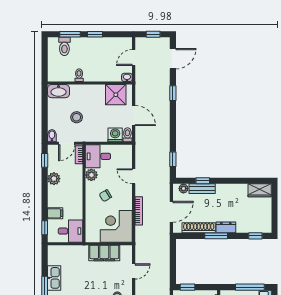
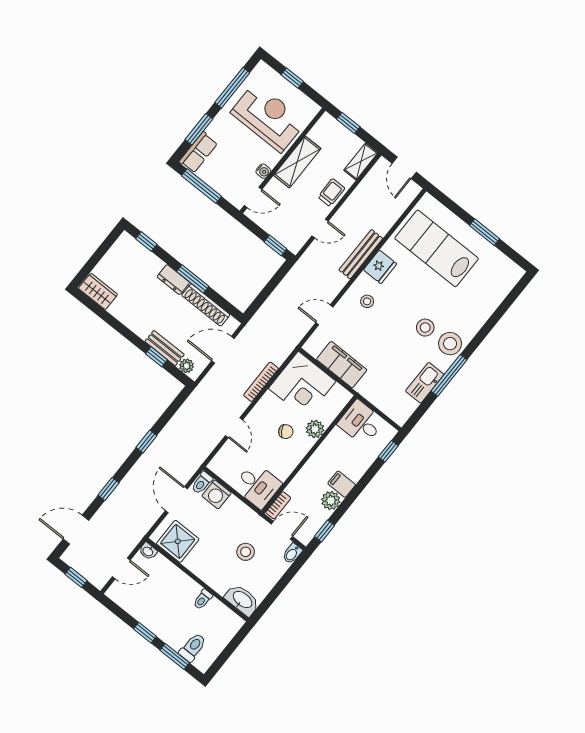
window: (173, 159) -> (146, 441), moved
plant: (91, 175) -> (315, 429), moved
filing cabinet: (55, 213) -> (342, 484), moved

